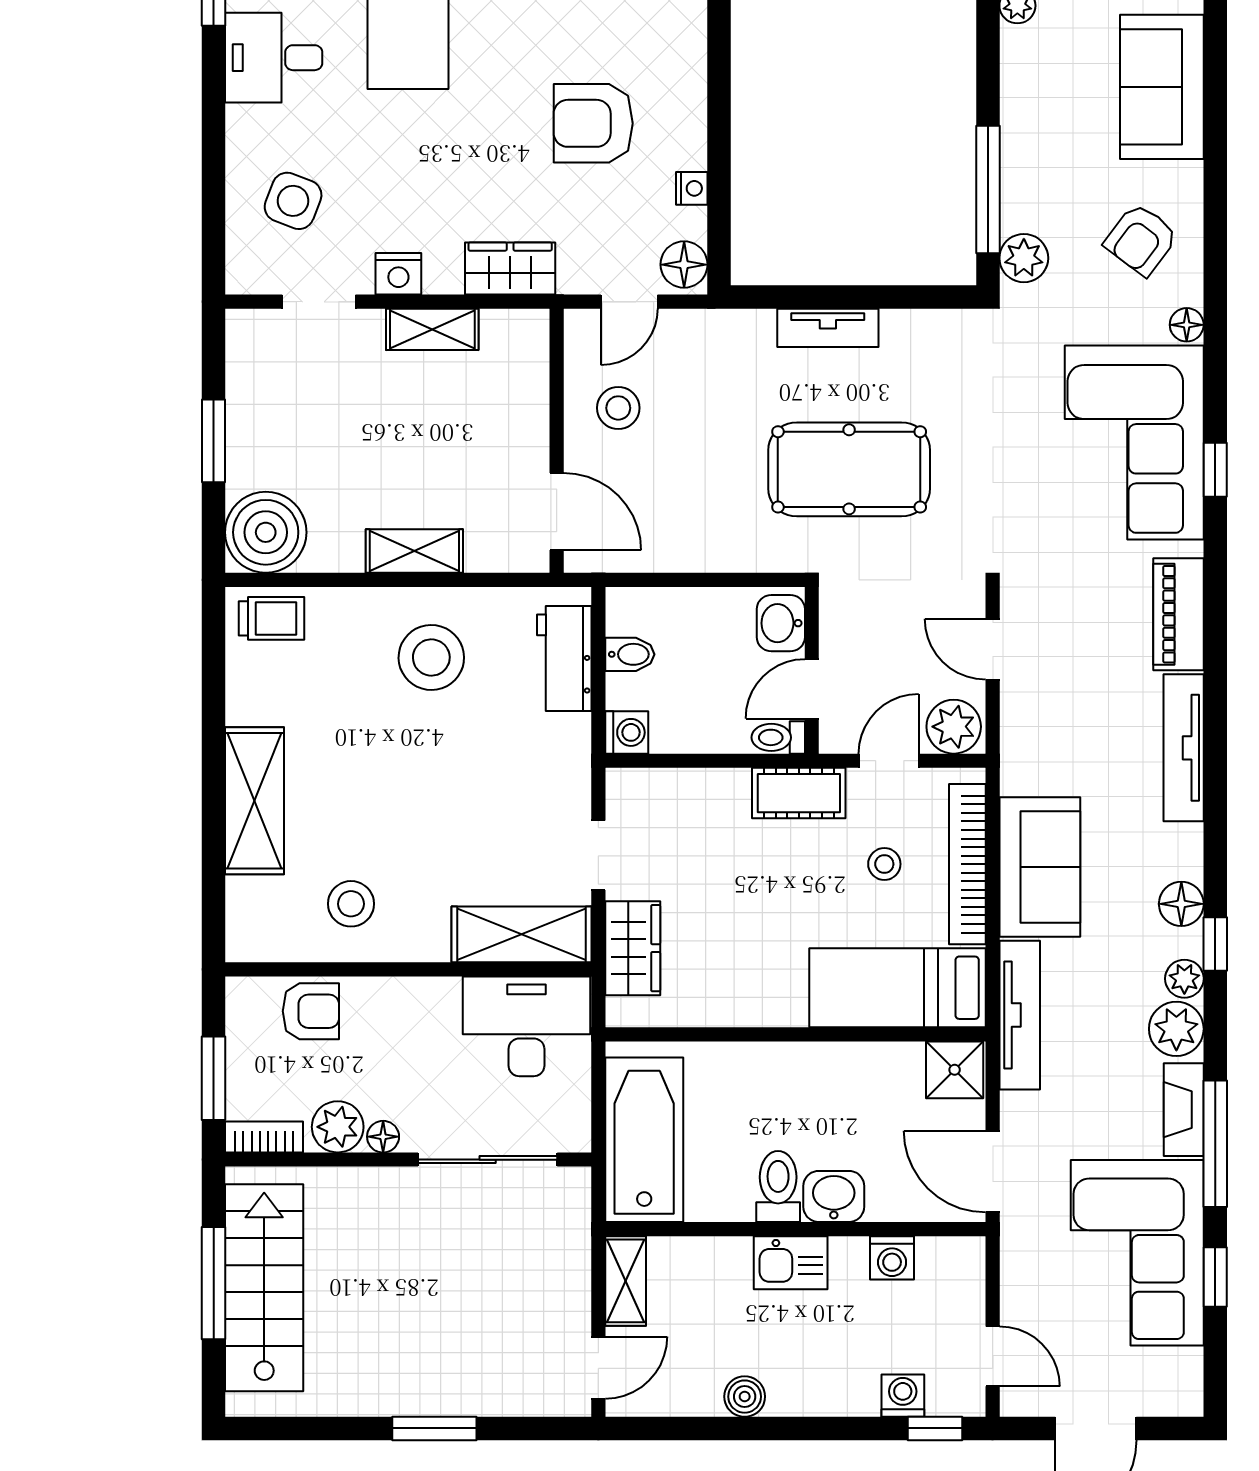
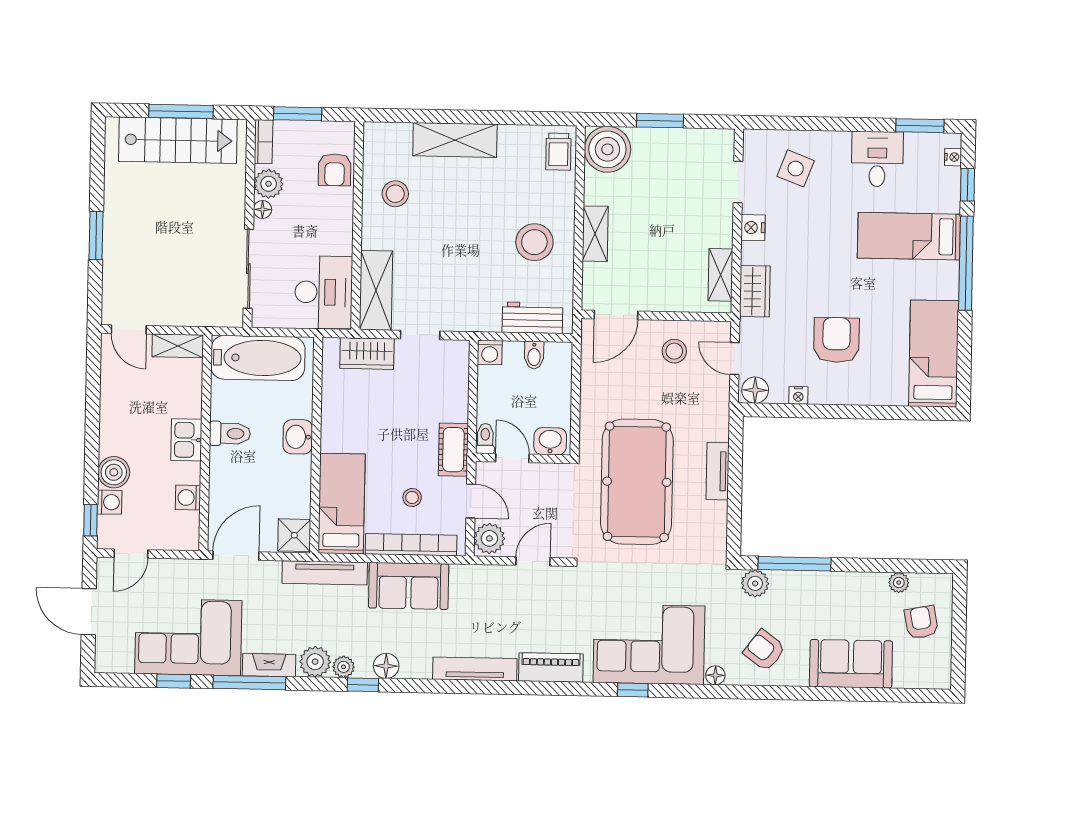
shelving: (432, 329) -> (720, 275), moved
pool table: (849, 469) -> (637, 482), width x1.36, depth x1.32
washbasin: (834, 1196) -> (298, 437), moved, turned 180
boiler: (745, 1397) -> (114, 472), moved, width x1.36, depth x1.36

